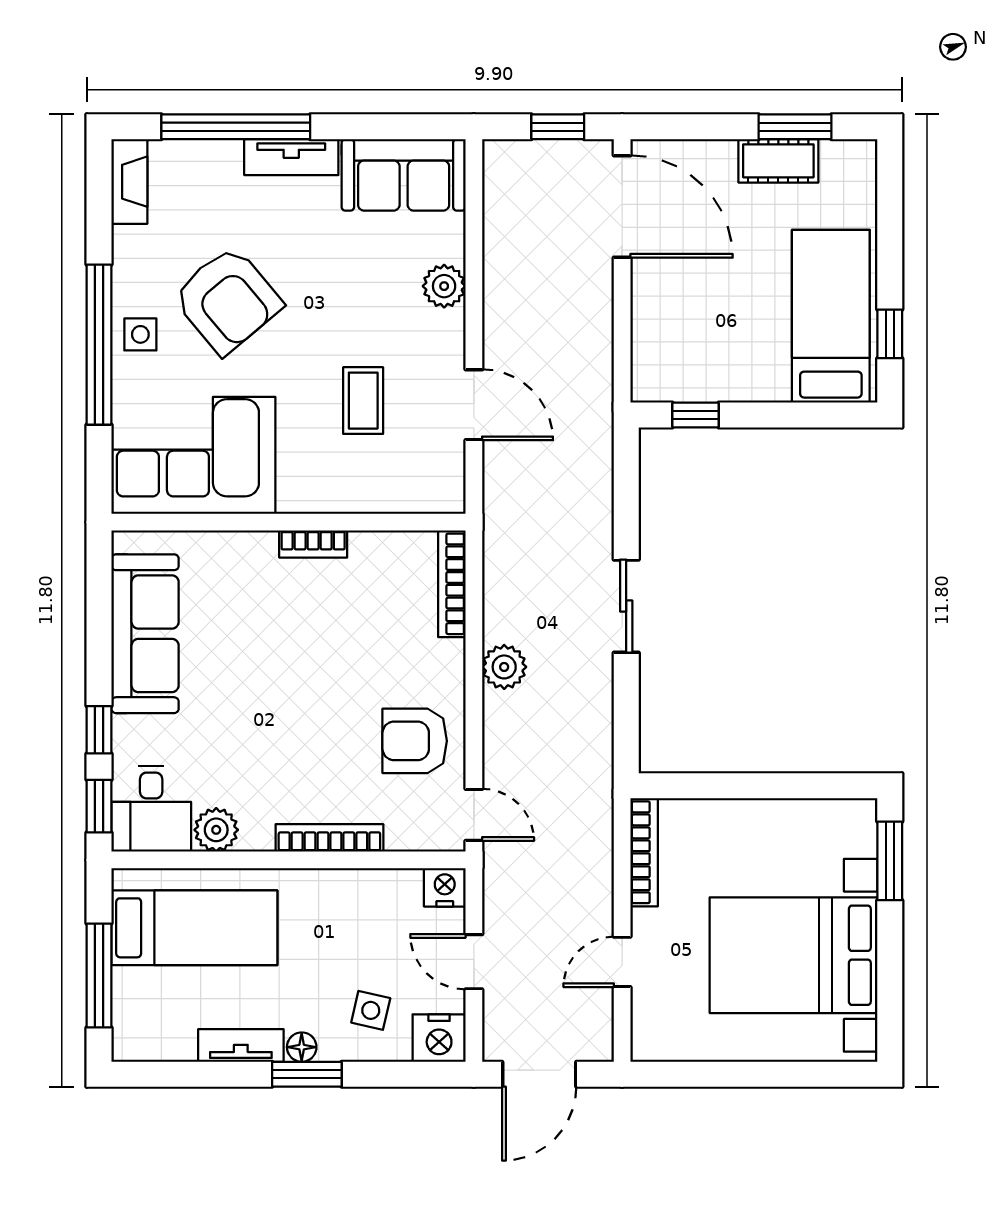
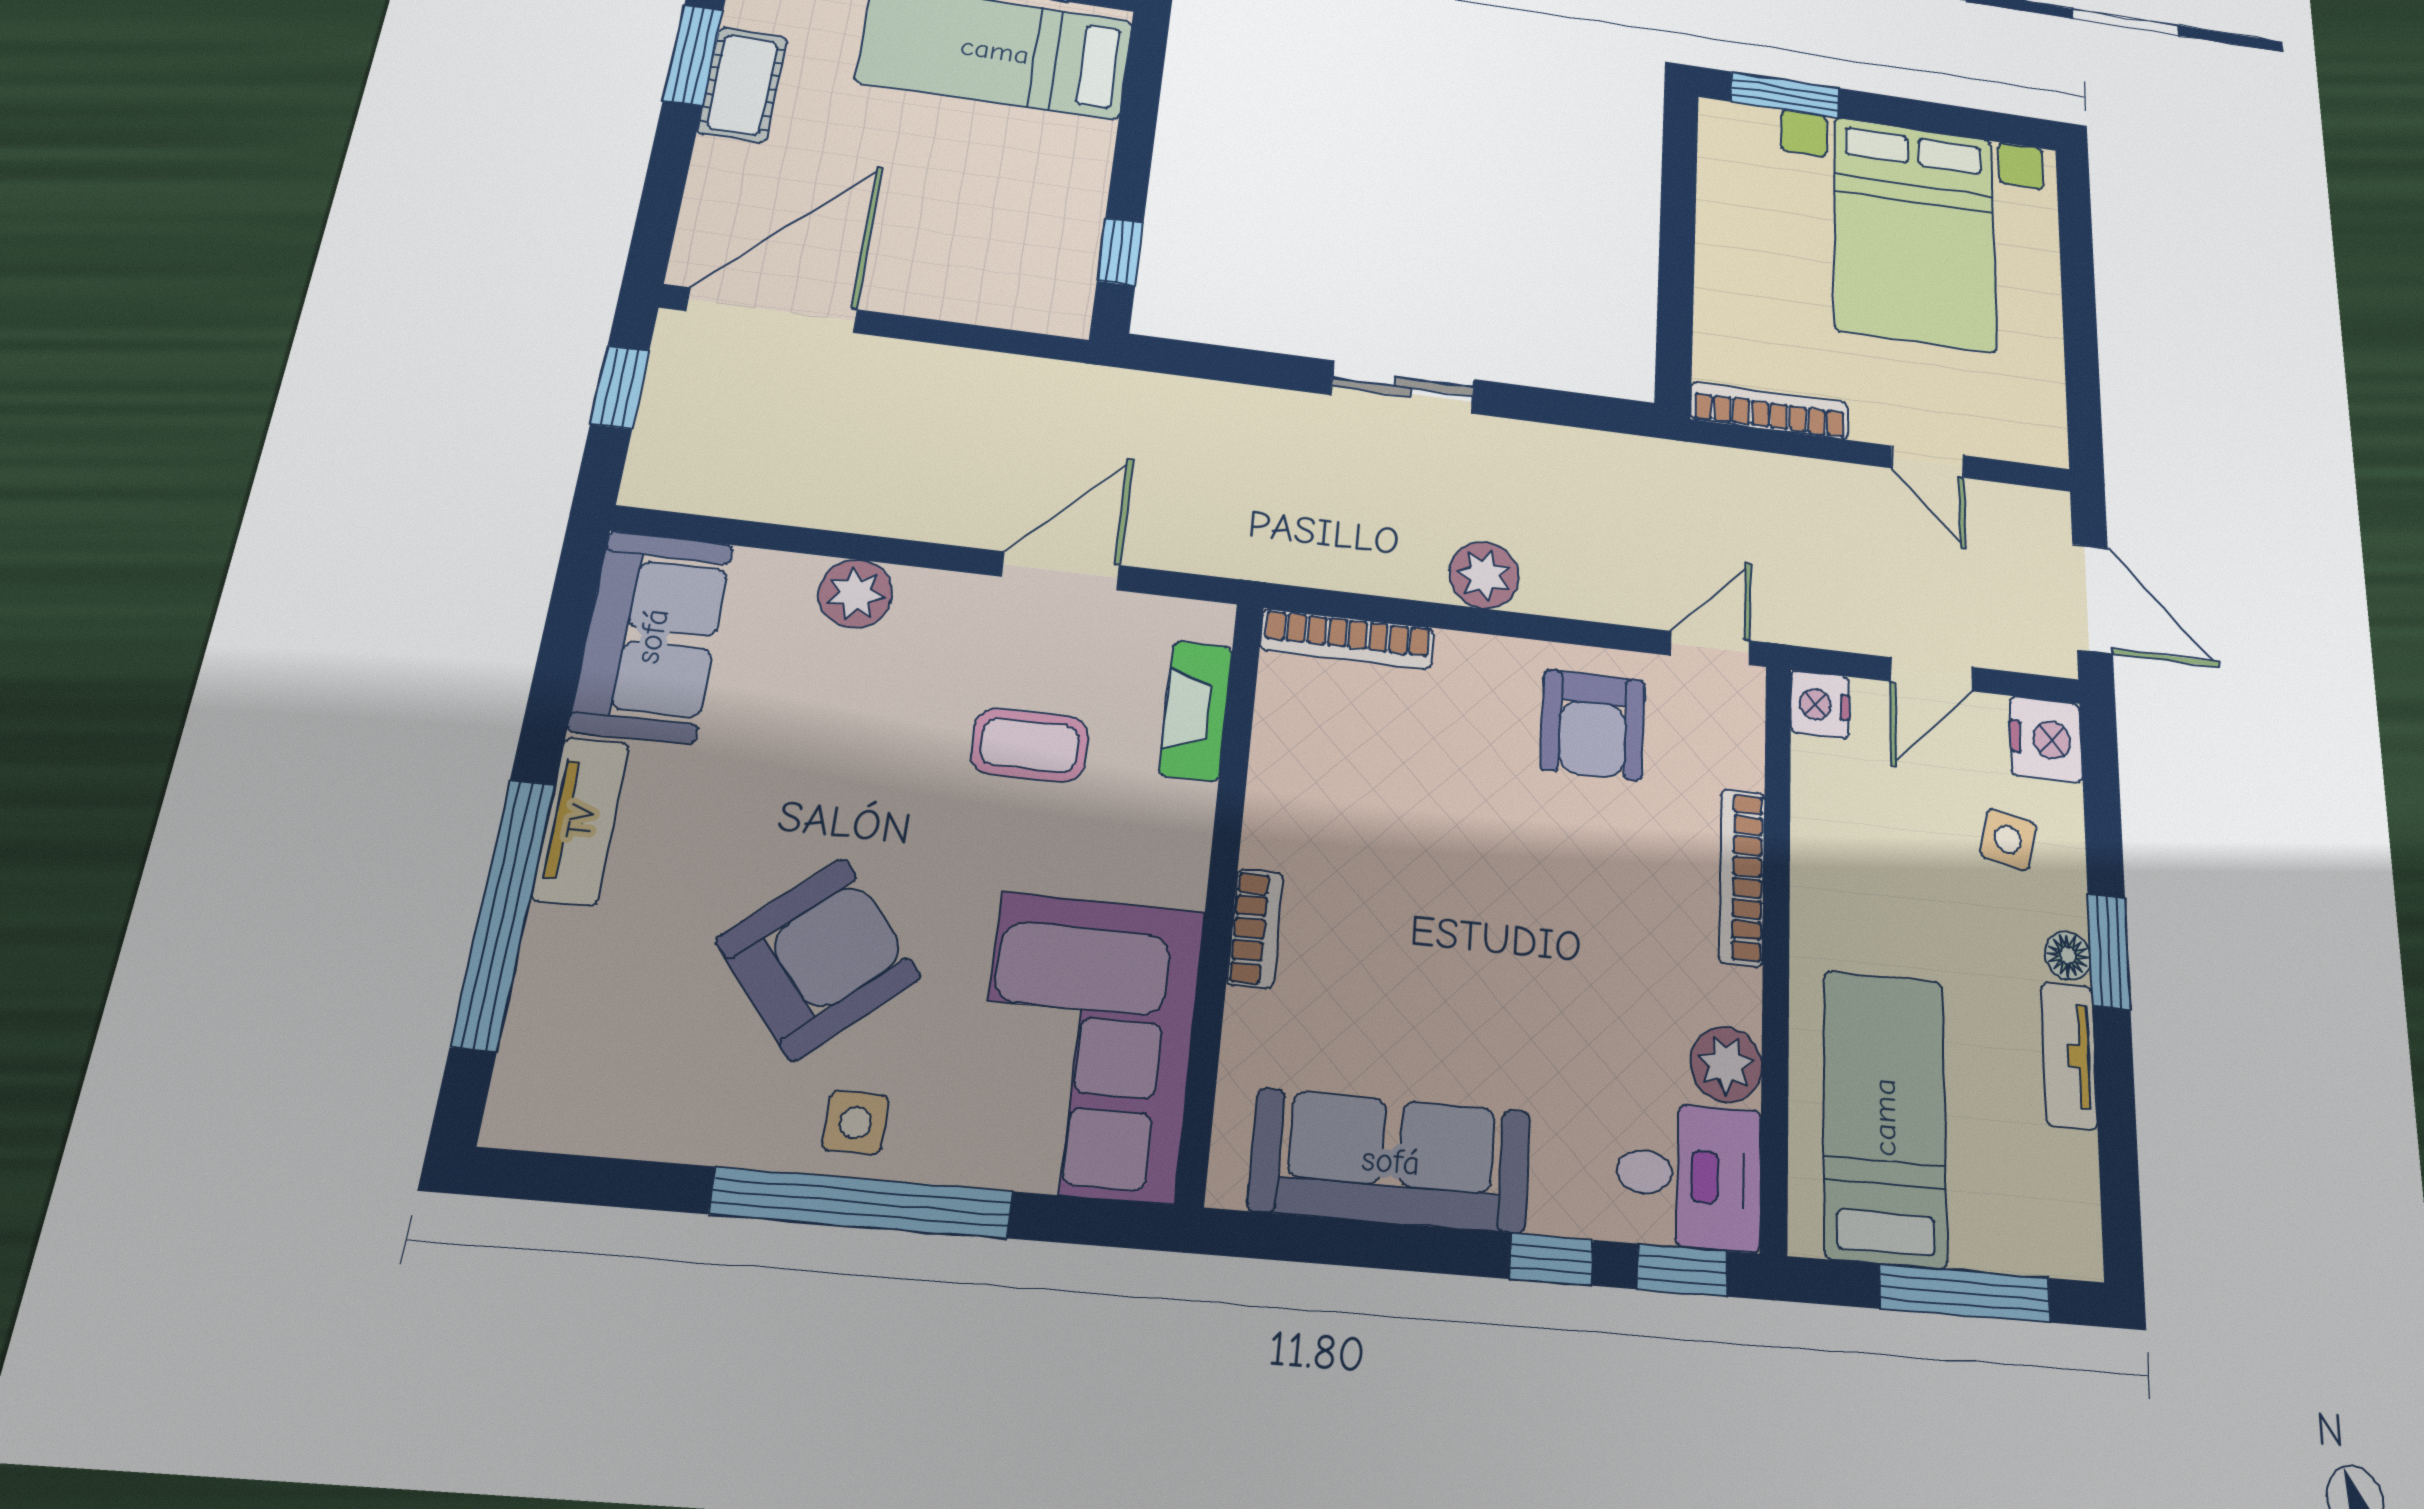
fireplace: (129, 182) -> (1196, 711), moved, turned -90
bookcase: (313, 544) -> (1255, 929), moved

